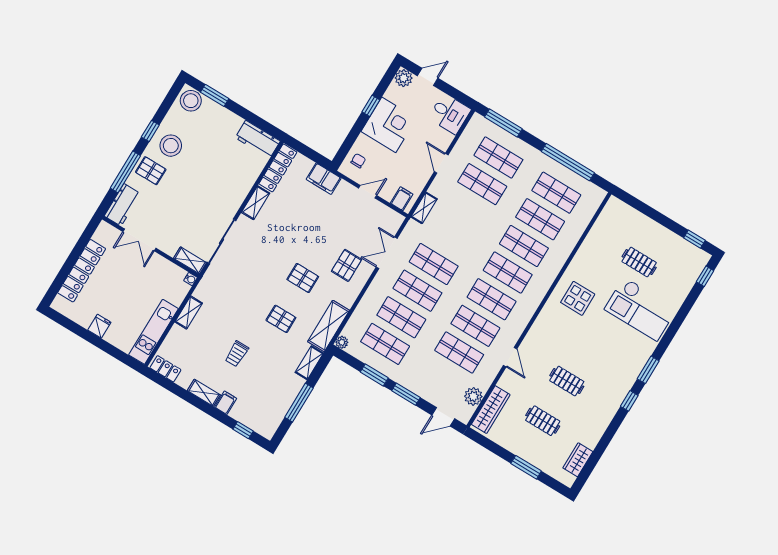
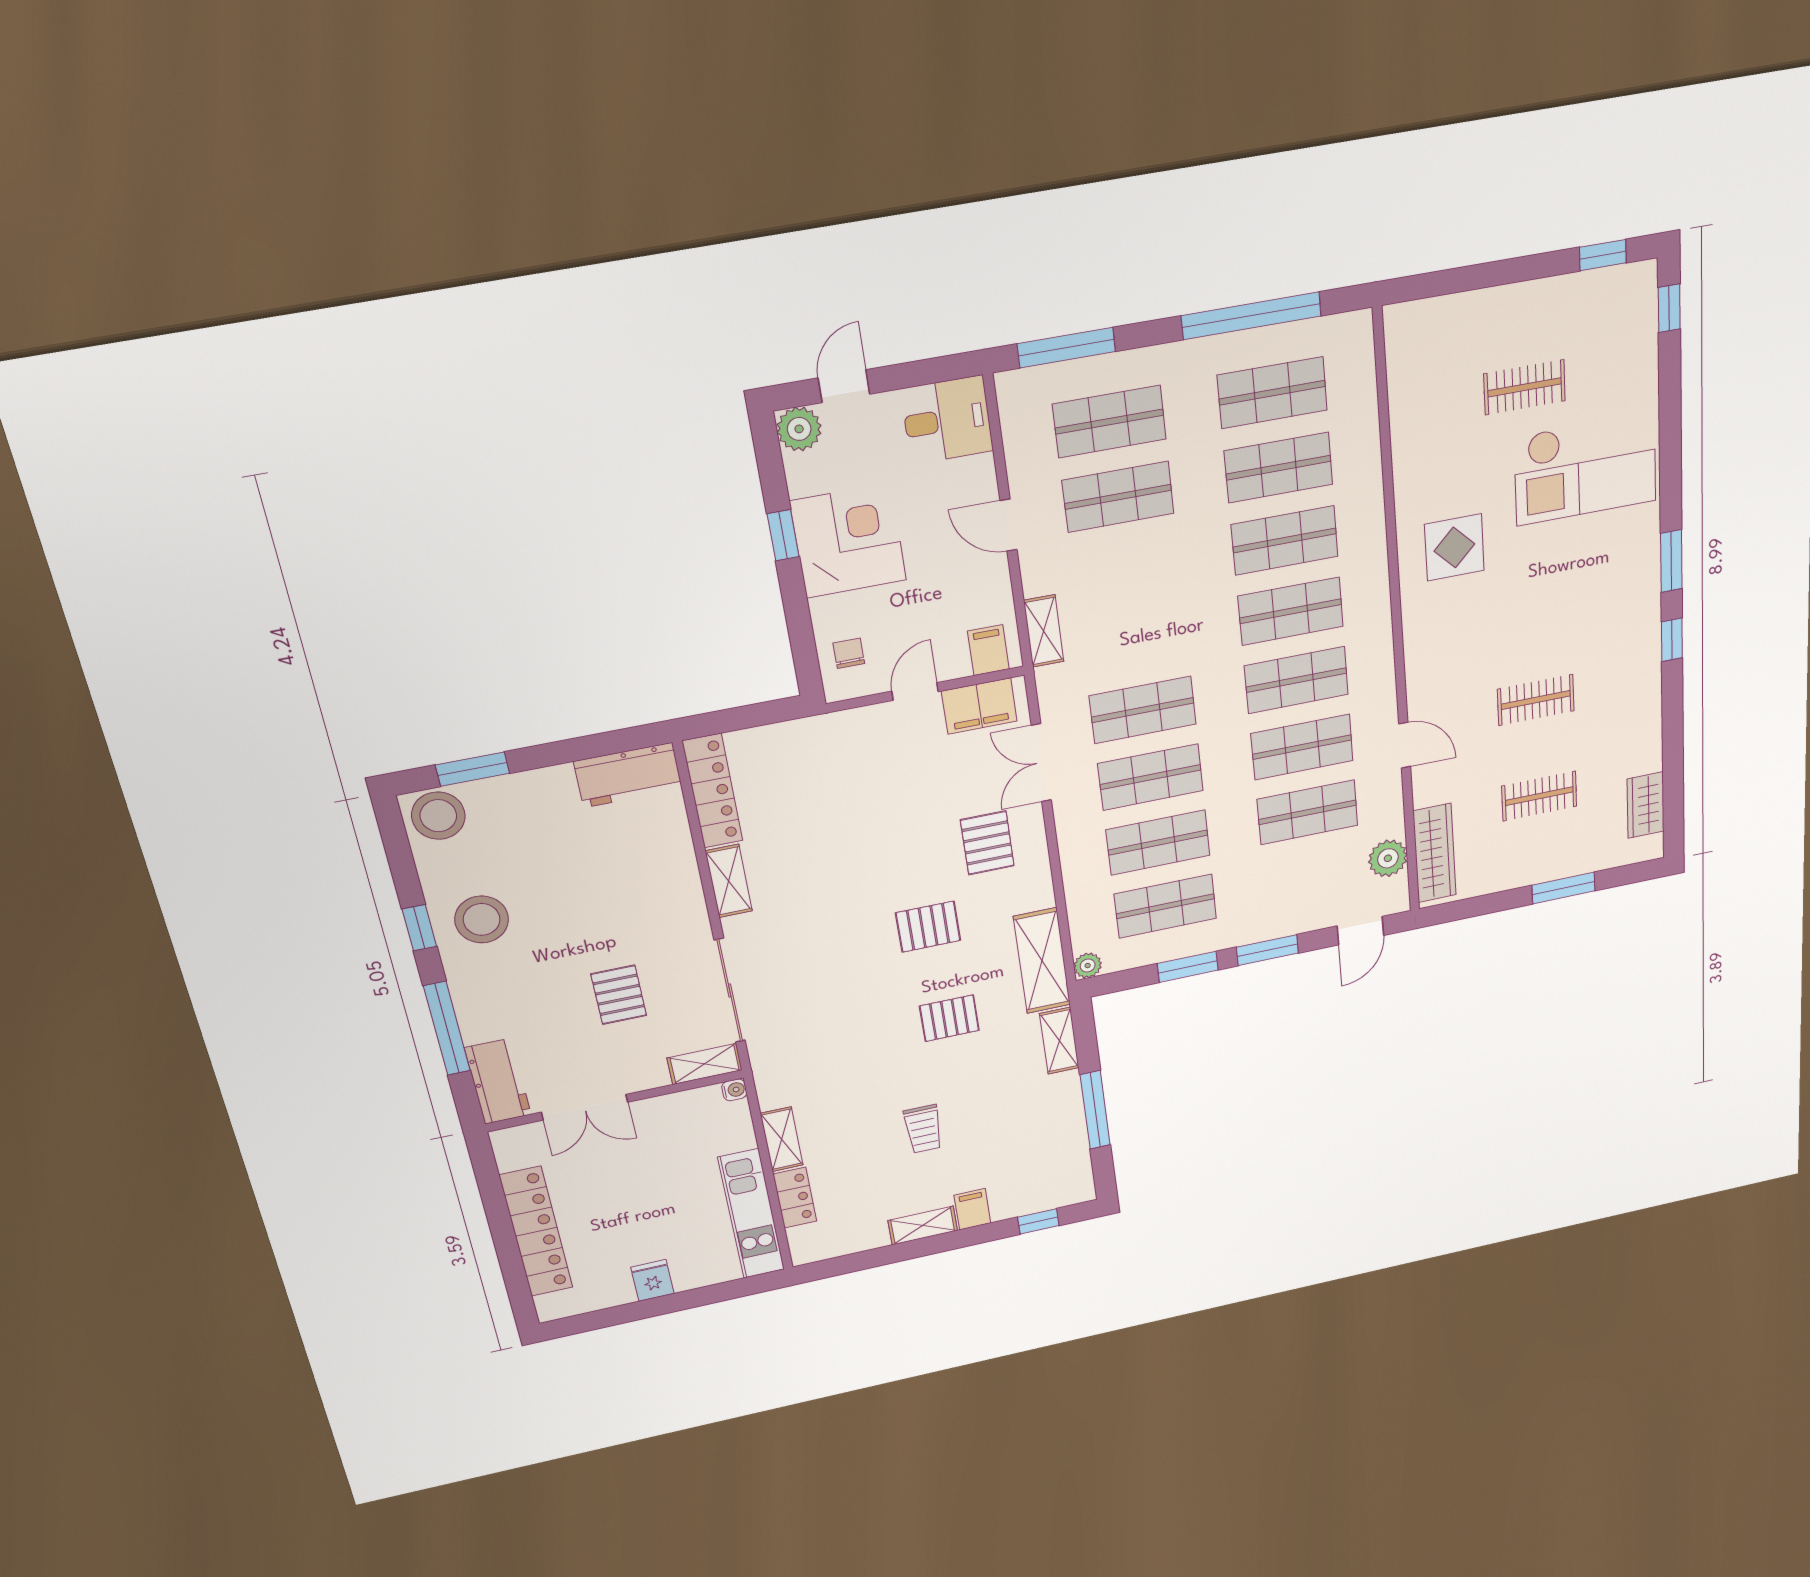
pallet: (151, 171) -> (619, 995), moved, turned 90
filing cabinet: (324, 179) -> (979, 706), moved
locker: (165, 369) -> (795, 1198), moved, turned 90

